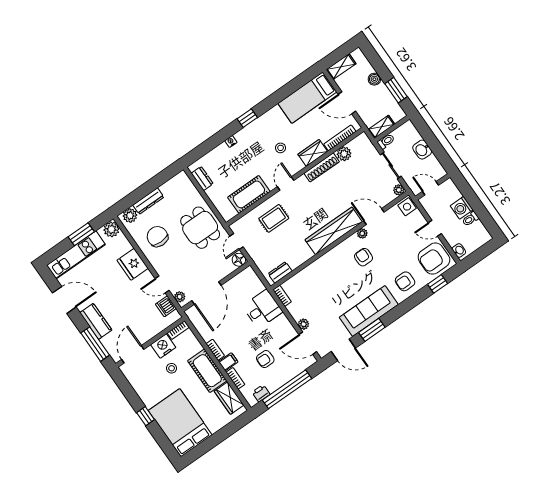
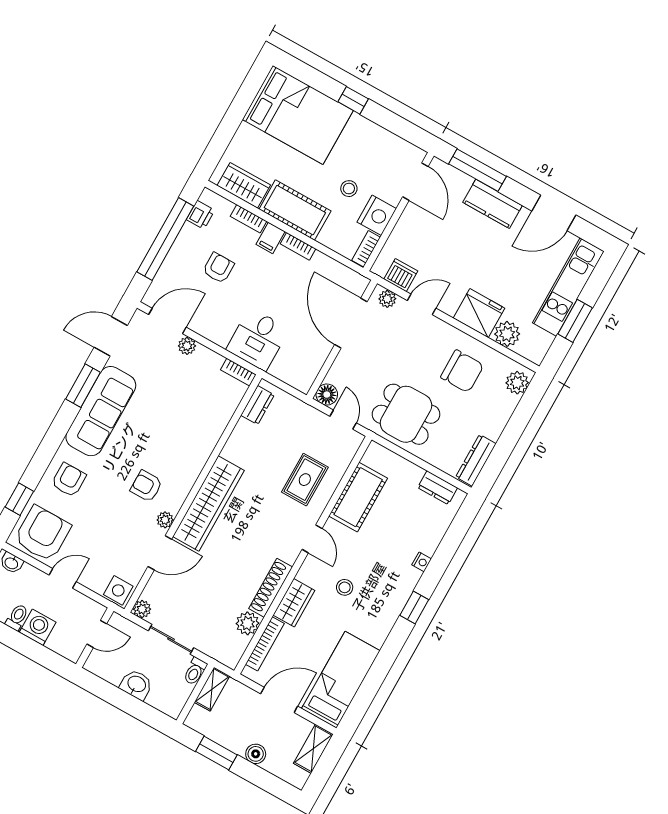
dresser: (148, 201) -> (476, 460), moved
plant: (111, 229) -> (507, 334), moved
armchair: (364, 257) -> (146, 486), turned 180

